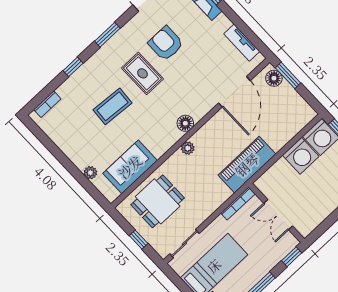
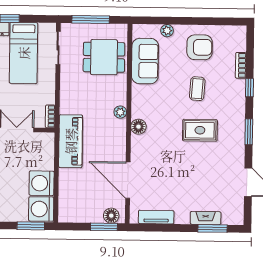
armchair: (166, 44) -> (200, 47), moved
bookcase: (47, 104) -> (241, 65), moved
coffee table: (112, 106) -> (197, 89), width x0.73, depth x0.77
dining table: (158, 201) -> (104, 57), turned 90
bookcase: (238, 203) -> (50, 116), width x0.64
window: (139, 240) -> (91, 20), width x2.17

